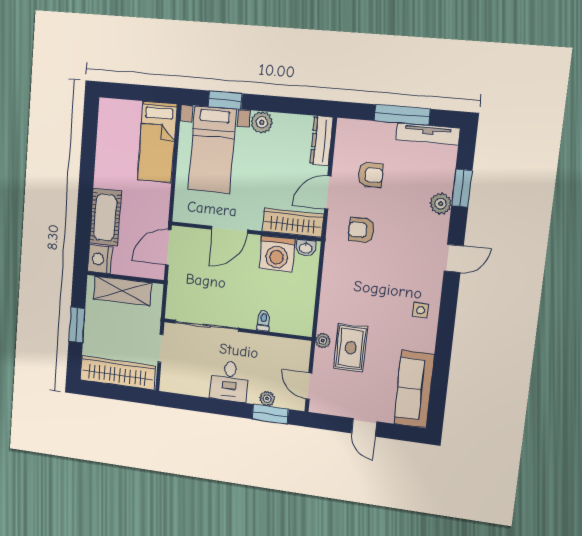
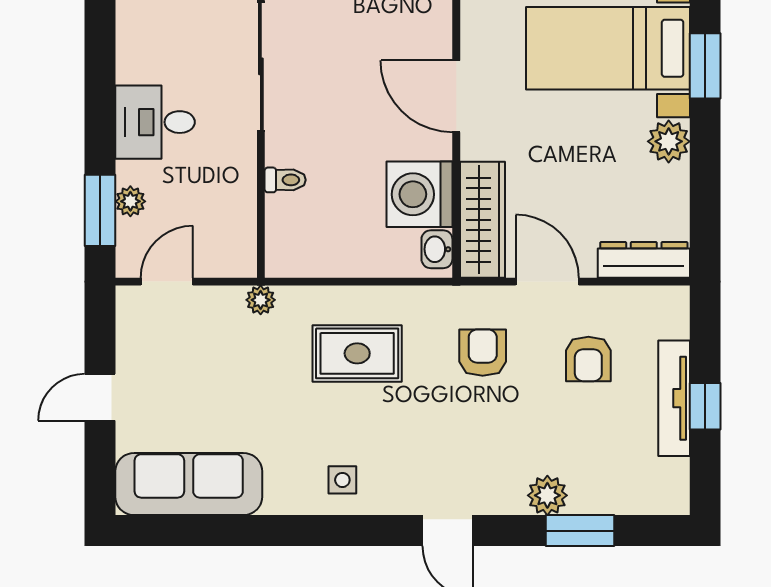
window: (402, 115) -> (705, 406), width x0.46
tv unit: (428, 134) -> (674, 398), moved
rug: (351, 348) -> (357, 353), moved

